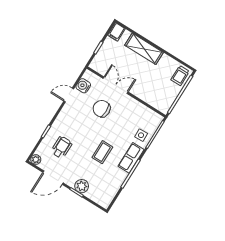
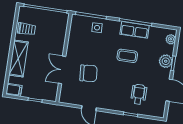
trolley: (180, 76) -> (26, 29), moved
water cooler: (83, 86) -> (75, 99), removed
chair: (102, 109) -> (88, 73), turned -95
wheelchair: (62, 147) -> (139, 94), turned 90
row of seats: (131, 158) -> (135, 30), moved
plant: (36, 160) -> (171, 39), moved

